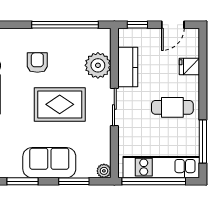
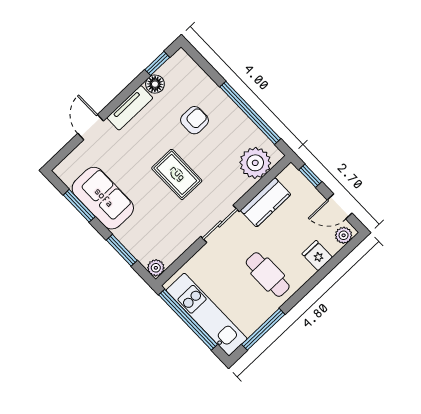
plant: (192, 39) -> (344, 235), added
plant: (98, 65) -> (255, 163), moved
rug: (60, 104) -> (177, 174), width x0.73, depth x0.70
sofa: (49, 163) -> (103, 198), moved

